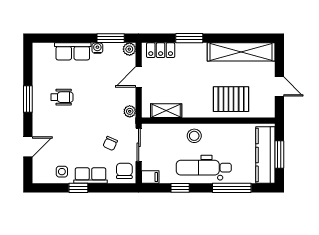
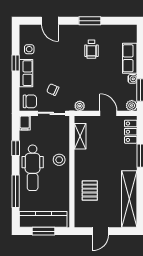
pallet: (231, 99) -> (90, 191), width x0.67, depth x0.71
dental chair: (204, 168) -> (33, 168), turned 180

